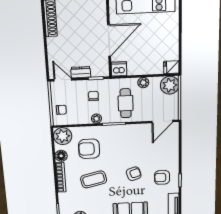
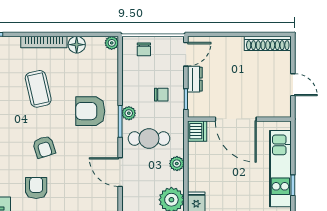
plant: (96, 119) -> (129, 113), moved
door: (162, 122) -> (120, 172), moved
plant: (63, 136) -> (112, 43), width x0.53, depth x0.53
armchair: (89, 149) -> (90, 111), moved, turned -90

